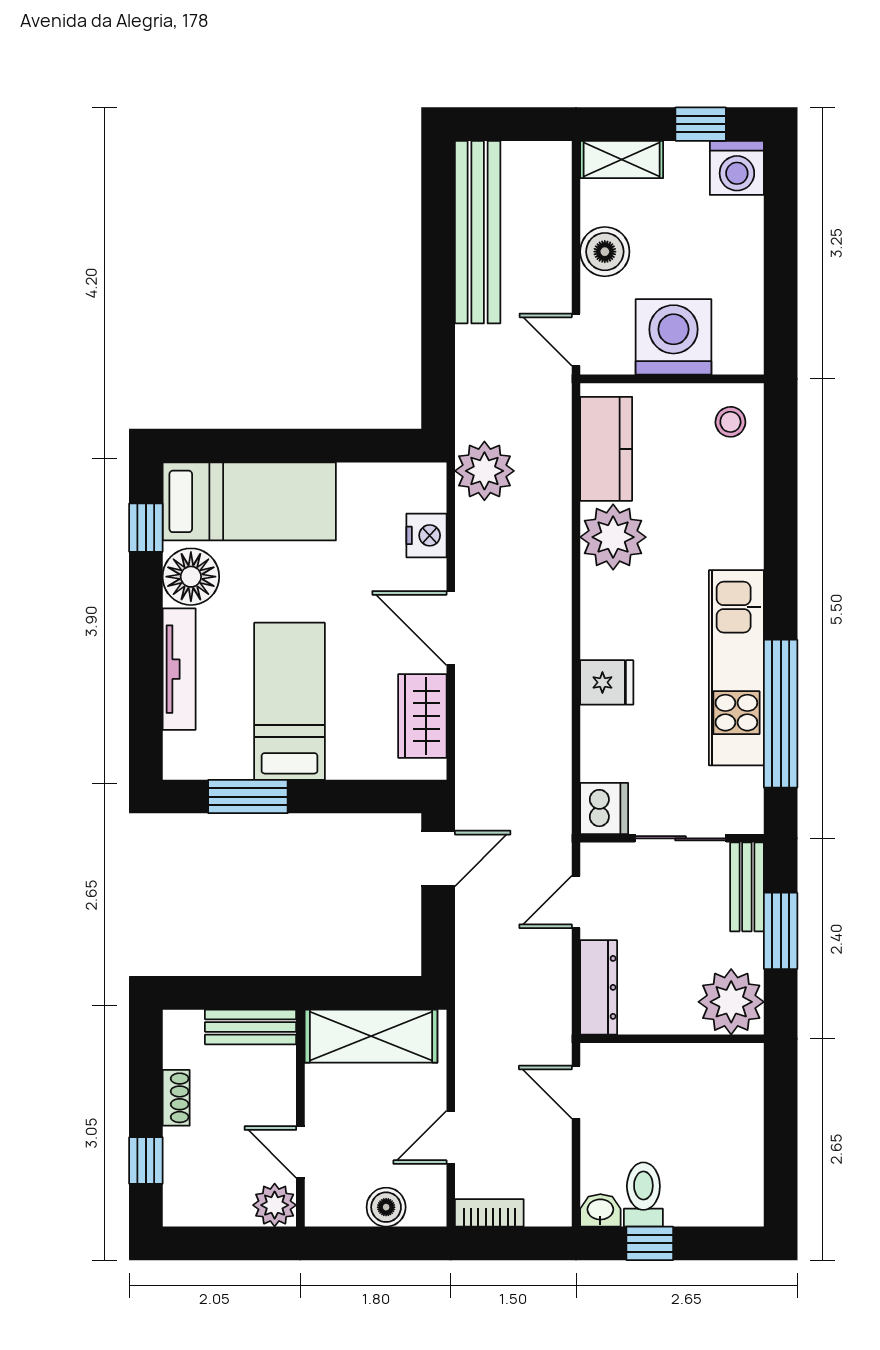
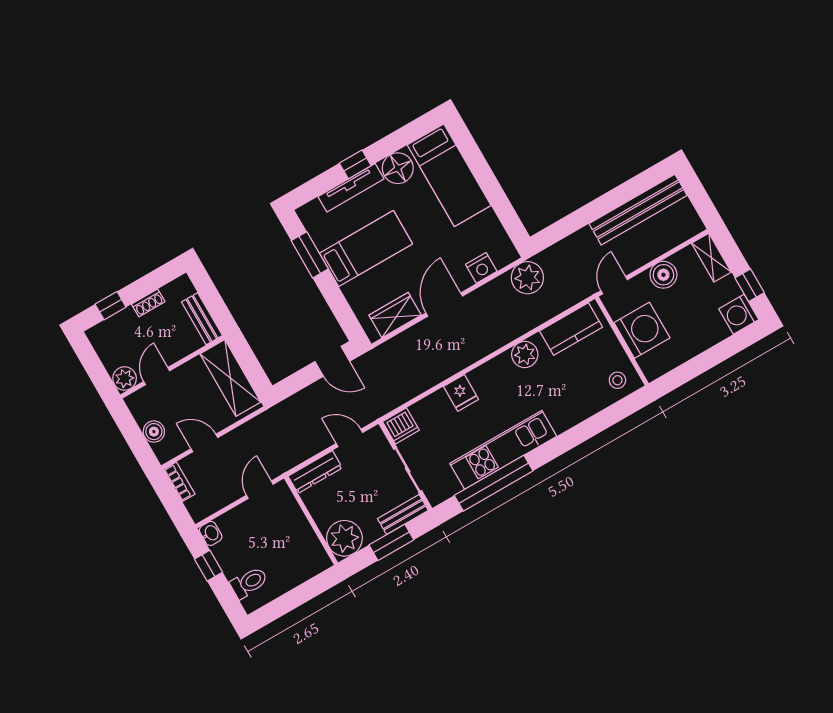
window: (146, 528) -> (355, 164), moved
plant: (613, 537) -> (525, 354), width x0.73, depth x0.73
toilet: (643, 1195) -> (249, 583), moved

